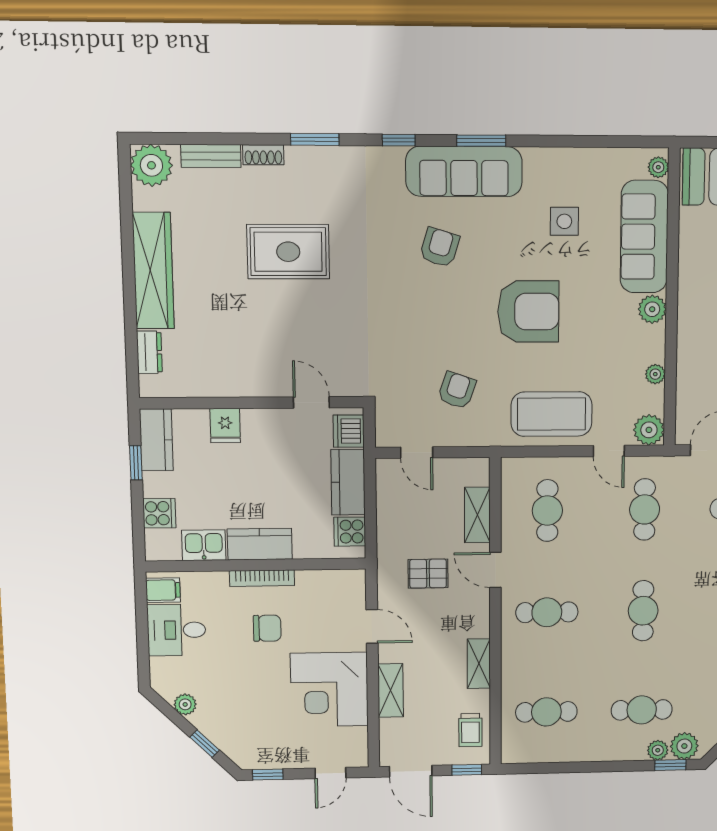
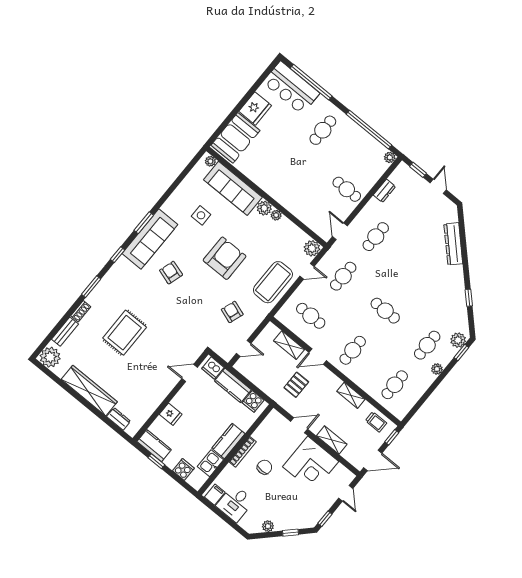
plant: (655, 374) -> (276, 215), moved
cafe table: (645, 509) -> (343, 276), turned 90
plant: (658, 750) -> (437, 369), moved

